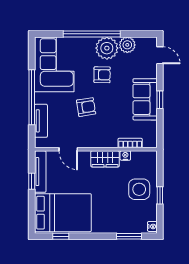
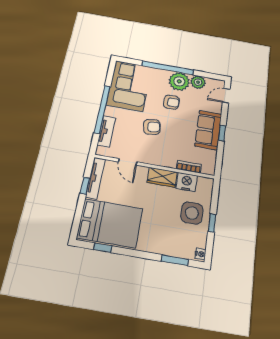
door: (160, 55) -> (226, 96), swing flipped
nightstand: (125, 156) -> (187, 182), width x1.89, depth x1.79

